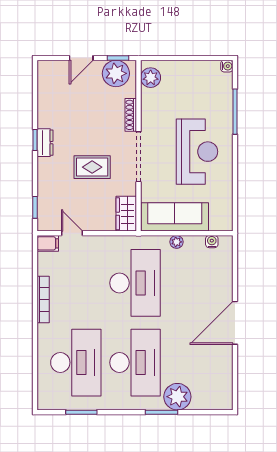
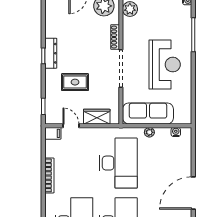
dresser: (45, 143) -> (51, 53), width x1.44
rug: (92, 167) -> (75, 82), moved
wardrobe: (126, 214) -> (97, 117), moved, turned 90

